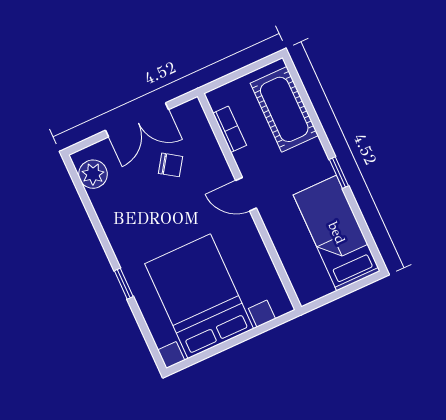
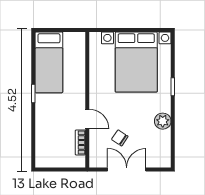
cot: (284, 109) -> (47, 140), removed
plant: (93, 174) -> (163, 121), moved
door: (246, 194) -> (87, 119), moved

